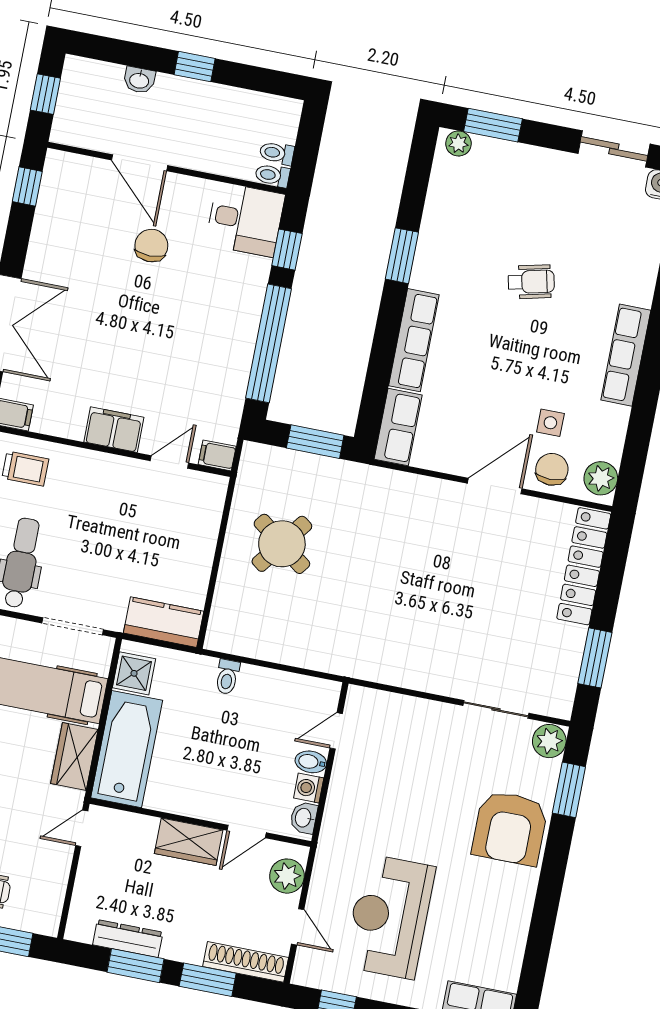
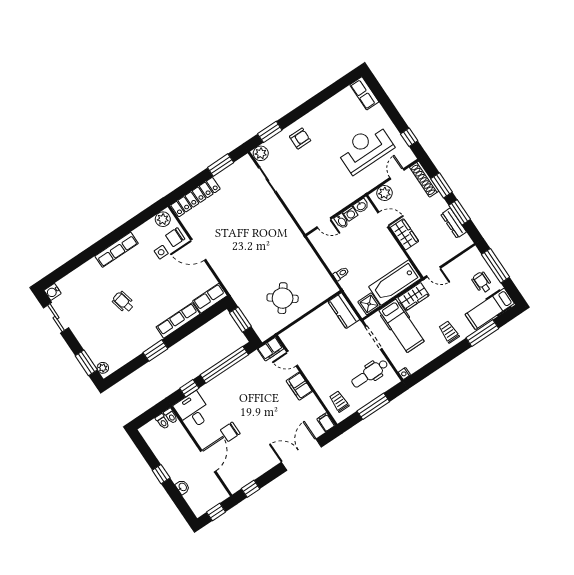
filing cabinet: (217, 455) -> (271, 349), width x2.00
armchair: (510, 828) -> (300, 138), width x0.53, depth x0.53
reception desk: (389, 916) -> (365, 148), turned 180

